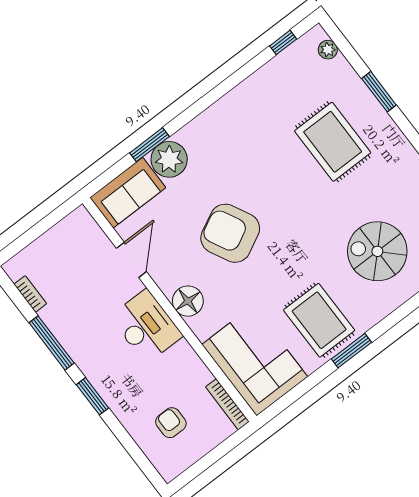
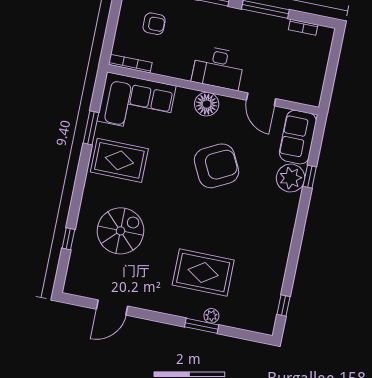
plant: (328, 50) -> (211, 316), moved
window: (149, 145) -> (310, 177), width x0.67
window: (351, 351) -> (91, 128), moved

